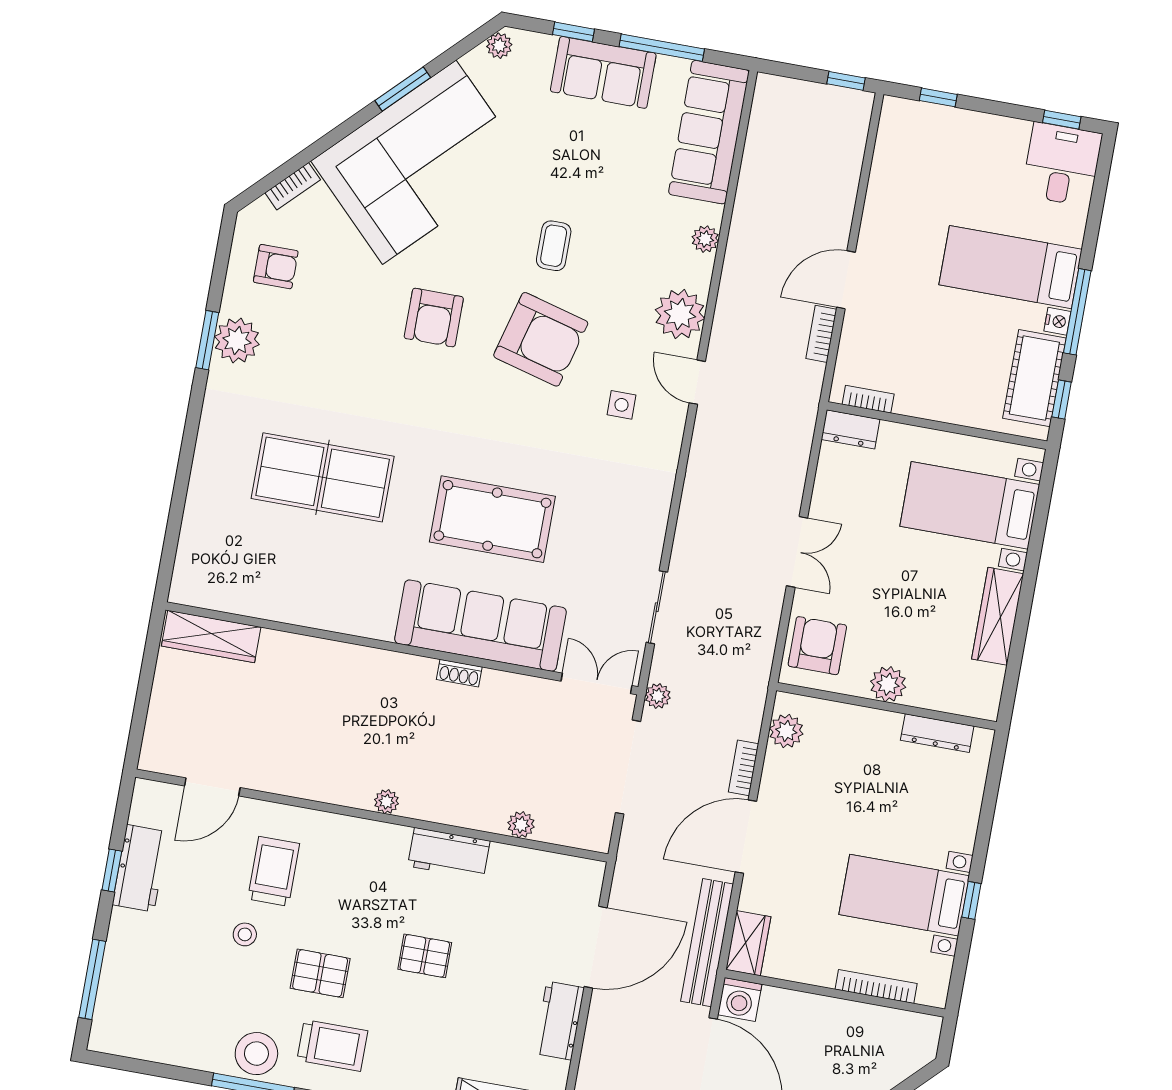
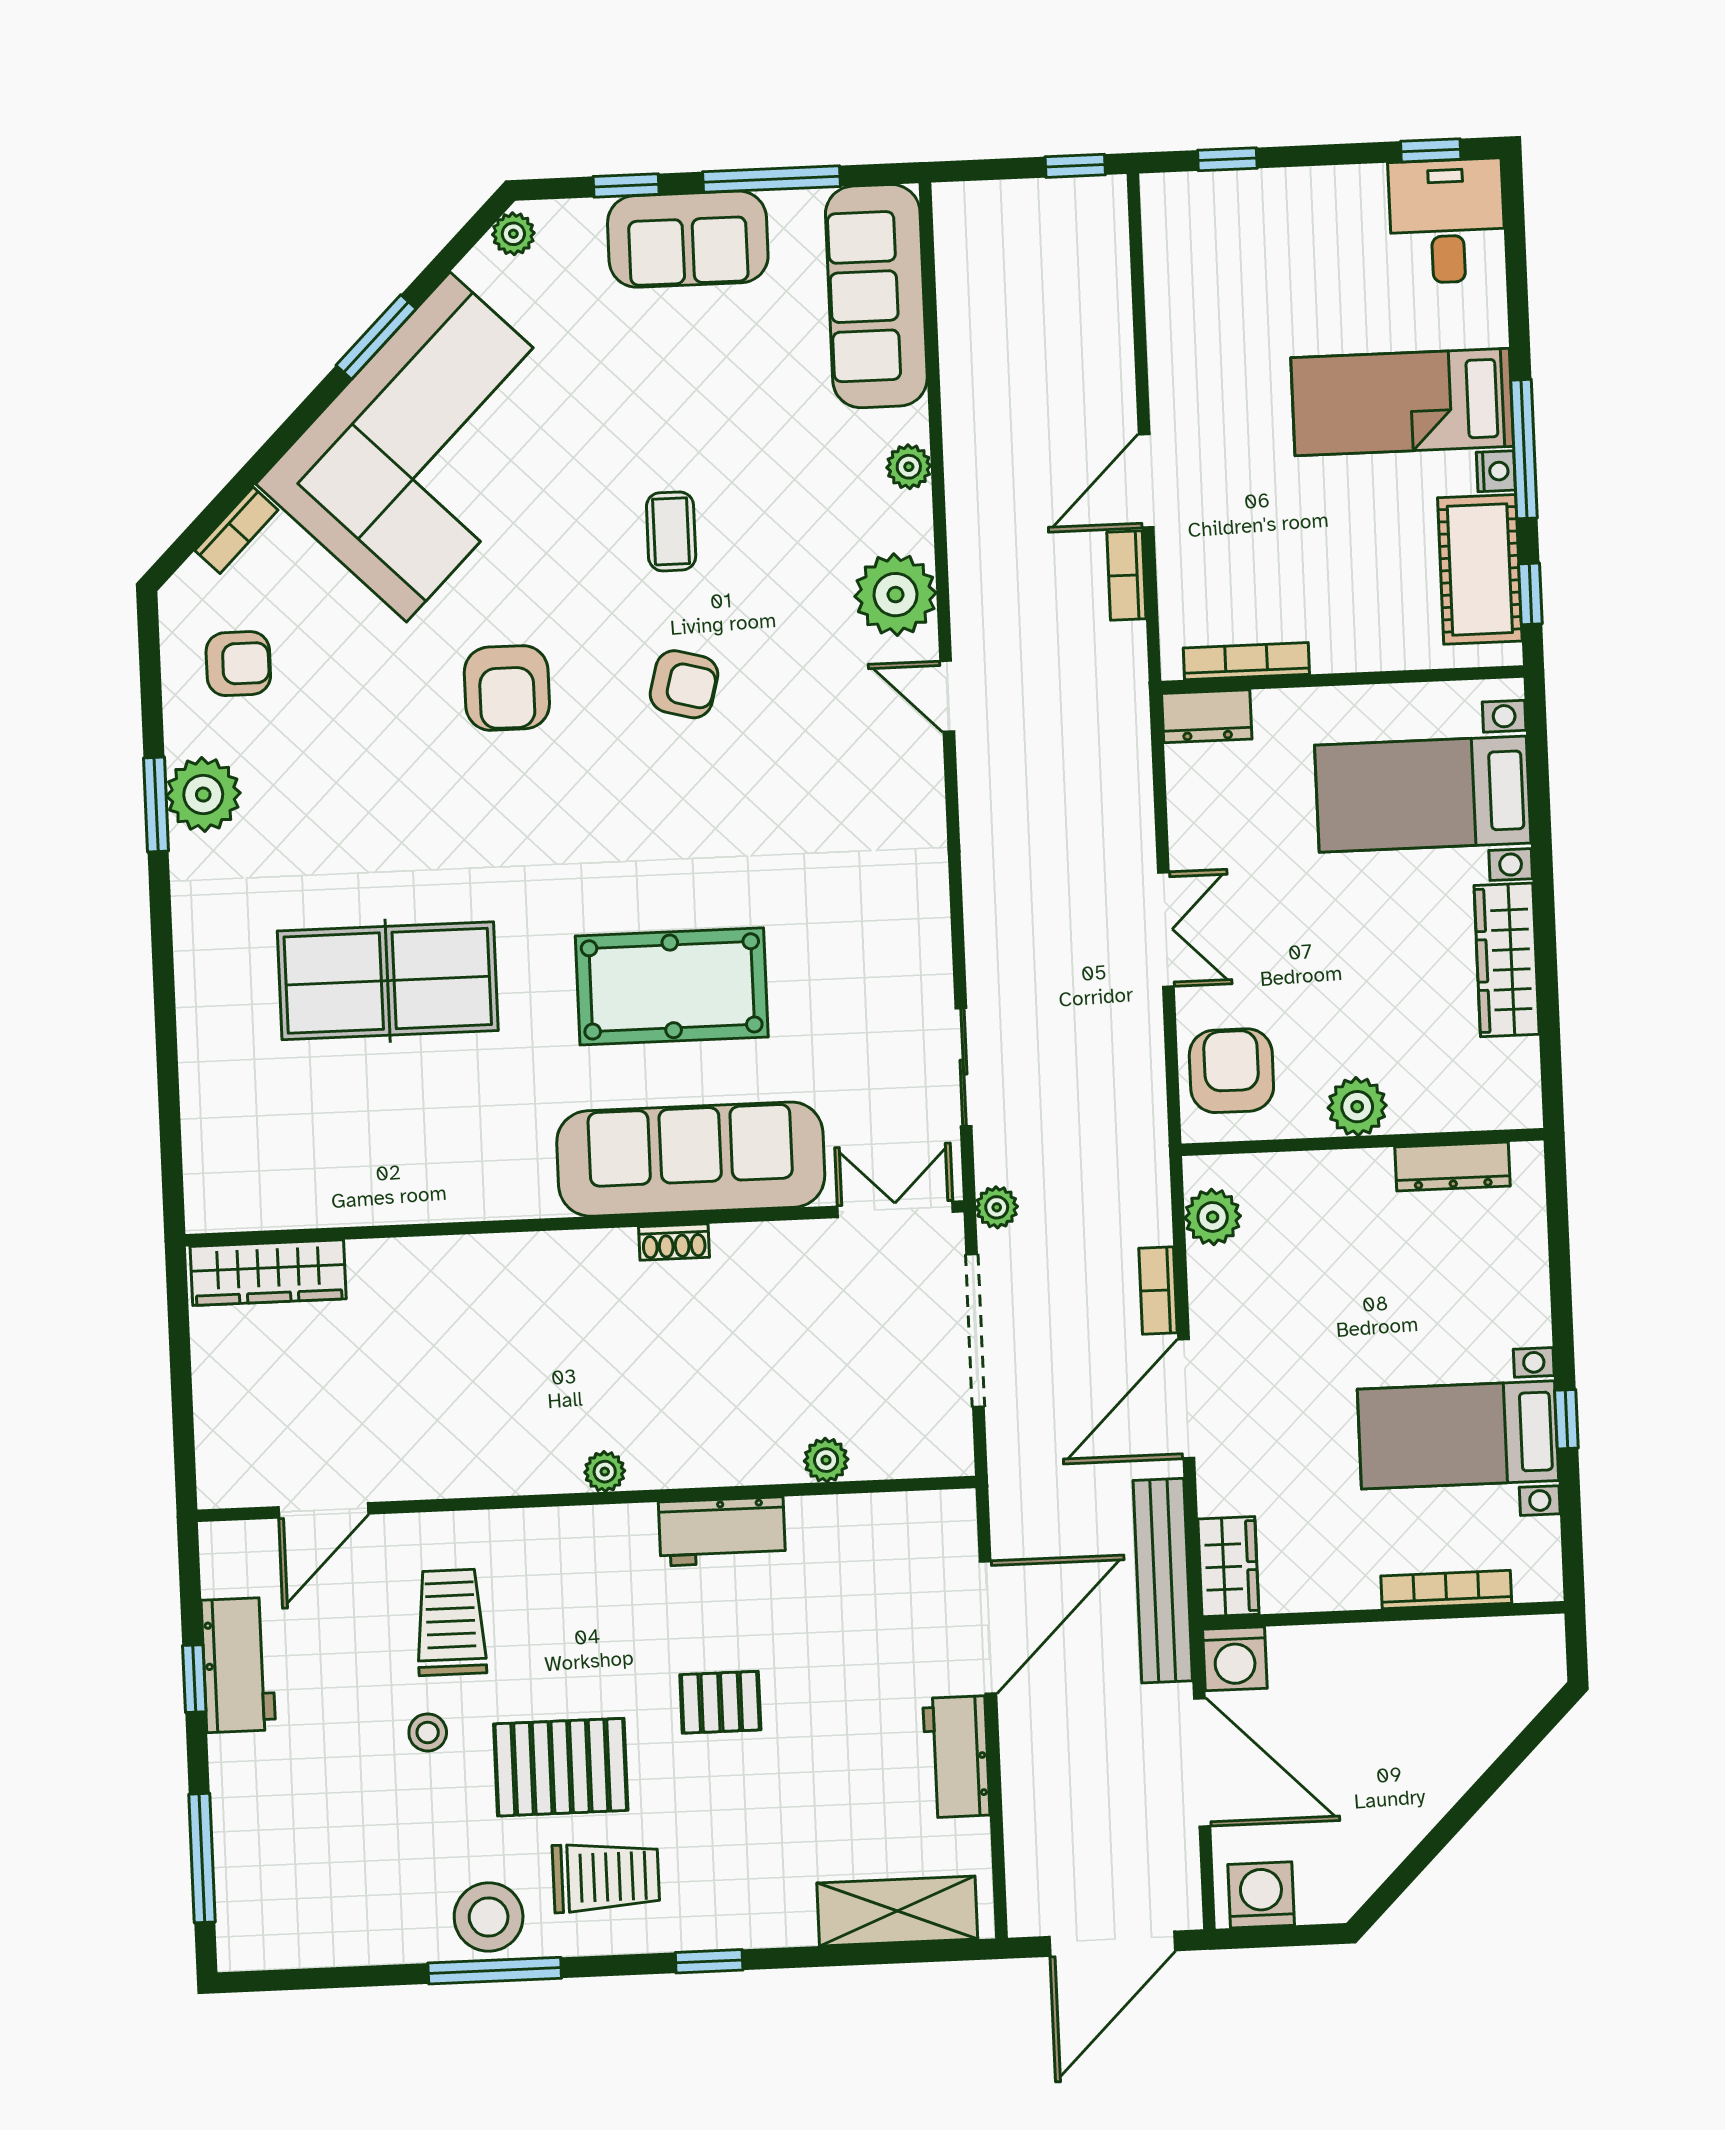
armchair: (541, 339) -> (684, 684), width x0.53, depth x0.53
bookcase: (868, 399) -> (1246, 661), width x1.56
side table: (622, 405) -> (835, 759), removed
pallet: (320, 973) -> (561, 1767), width x1.50, depth x1.42

